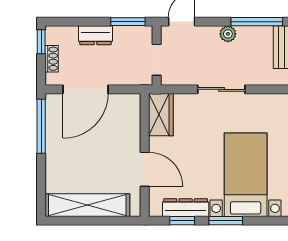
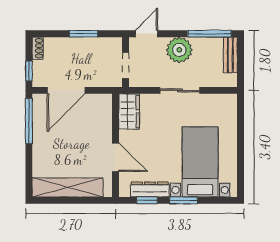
window: (128, 22) -> (83, 34), moved
plant: (228, 34) -> (179, 50), width x1.88, depth x1.88
dresser: (95, 35) -> (74, 45), removed
window: (41, 42) -> (29, 71), moved
shoe rack: (52, 59) -> (38, 48), moved

